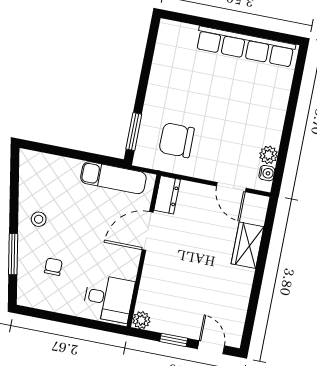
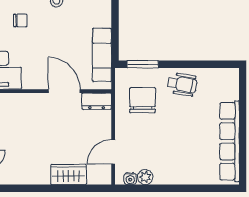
wheelchair: (167, 89) -> (182, 84), added

